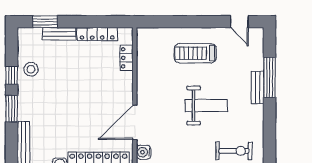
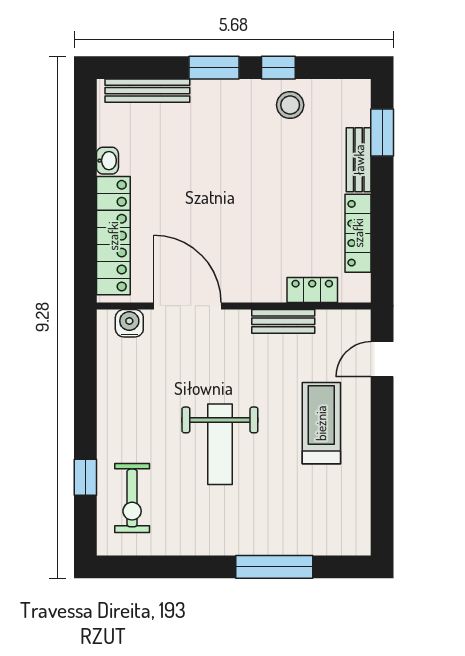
door: (239, 22) -> (382, 359), moved
bench: (258, 87) -> (283, 321), moved

